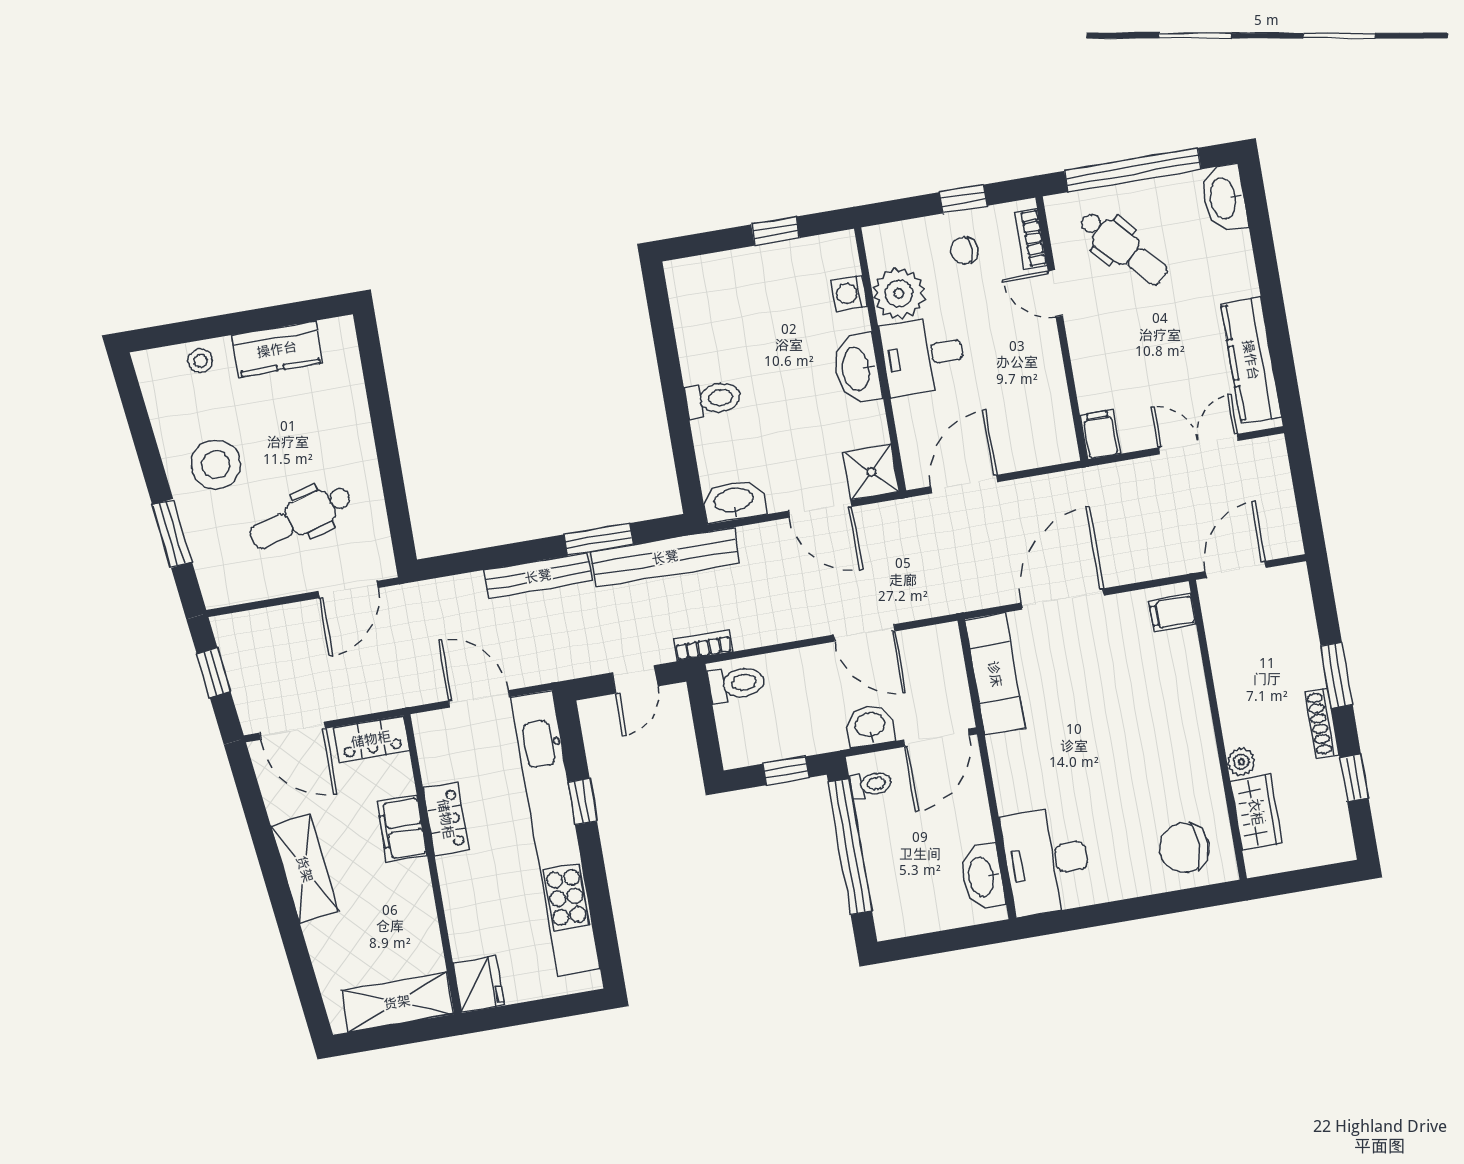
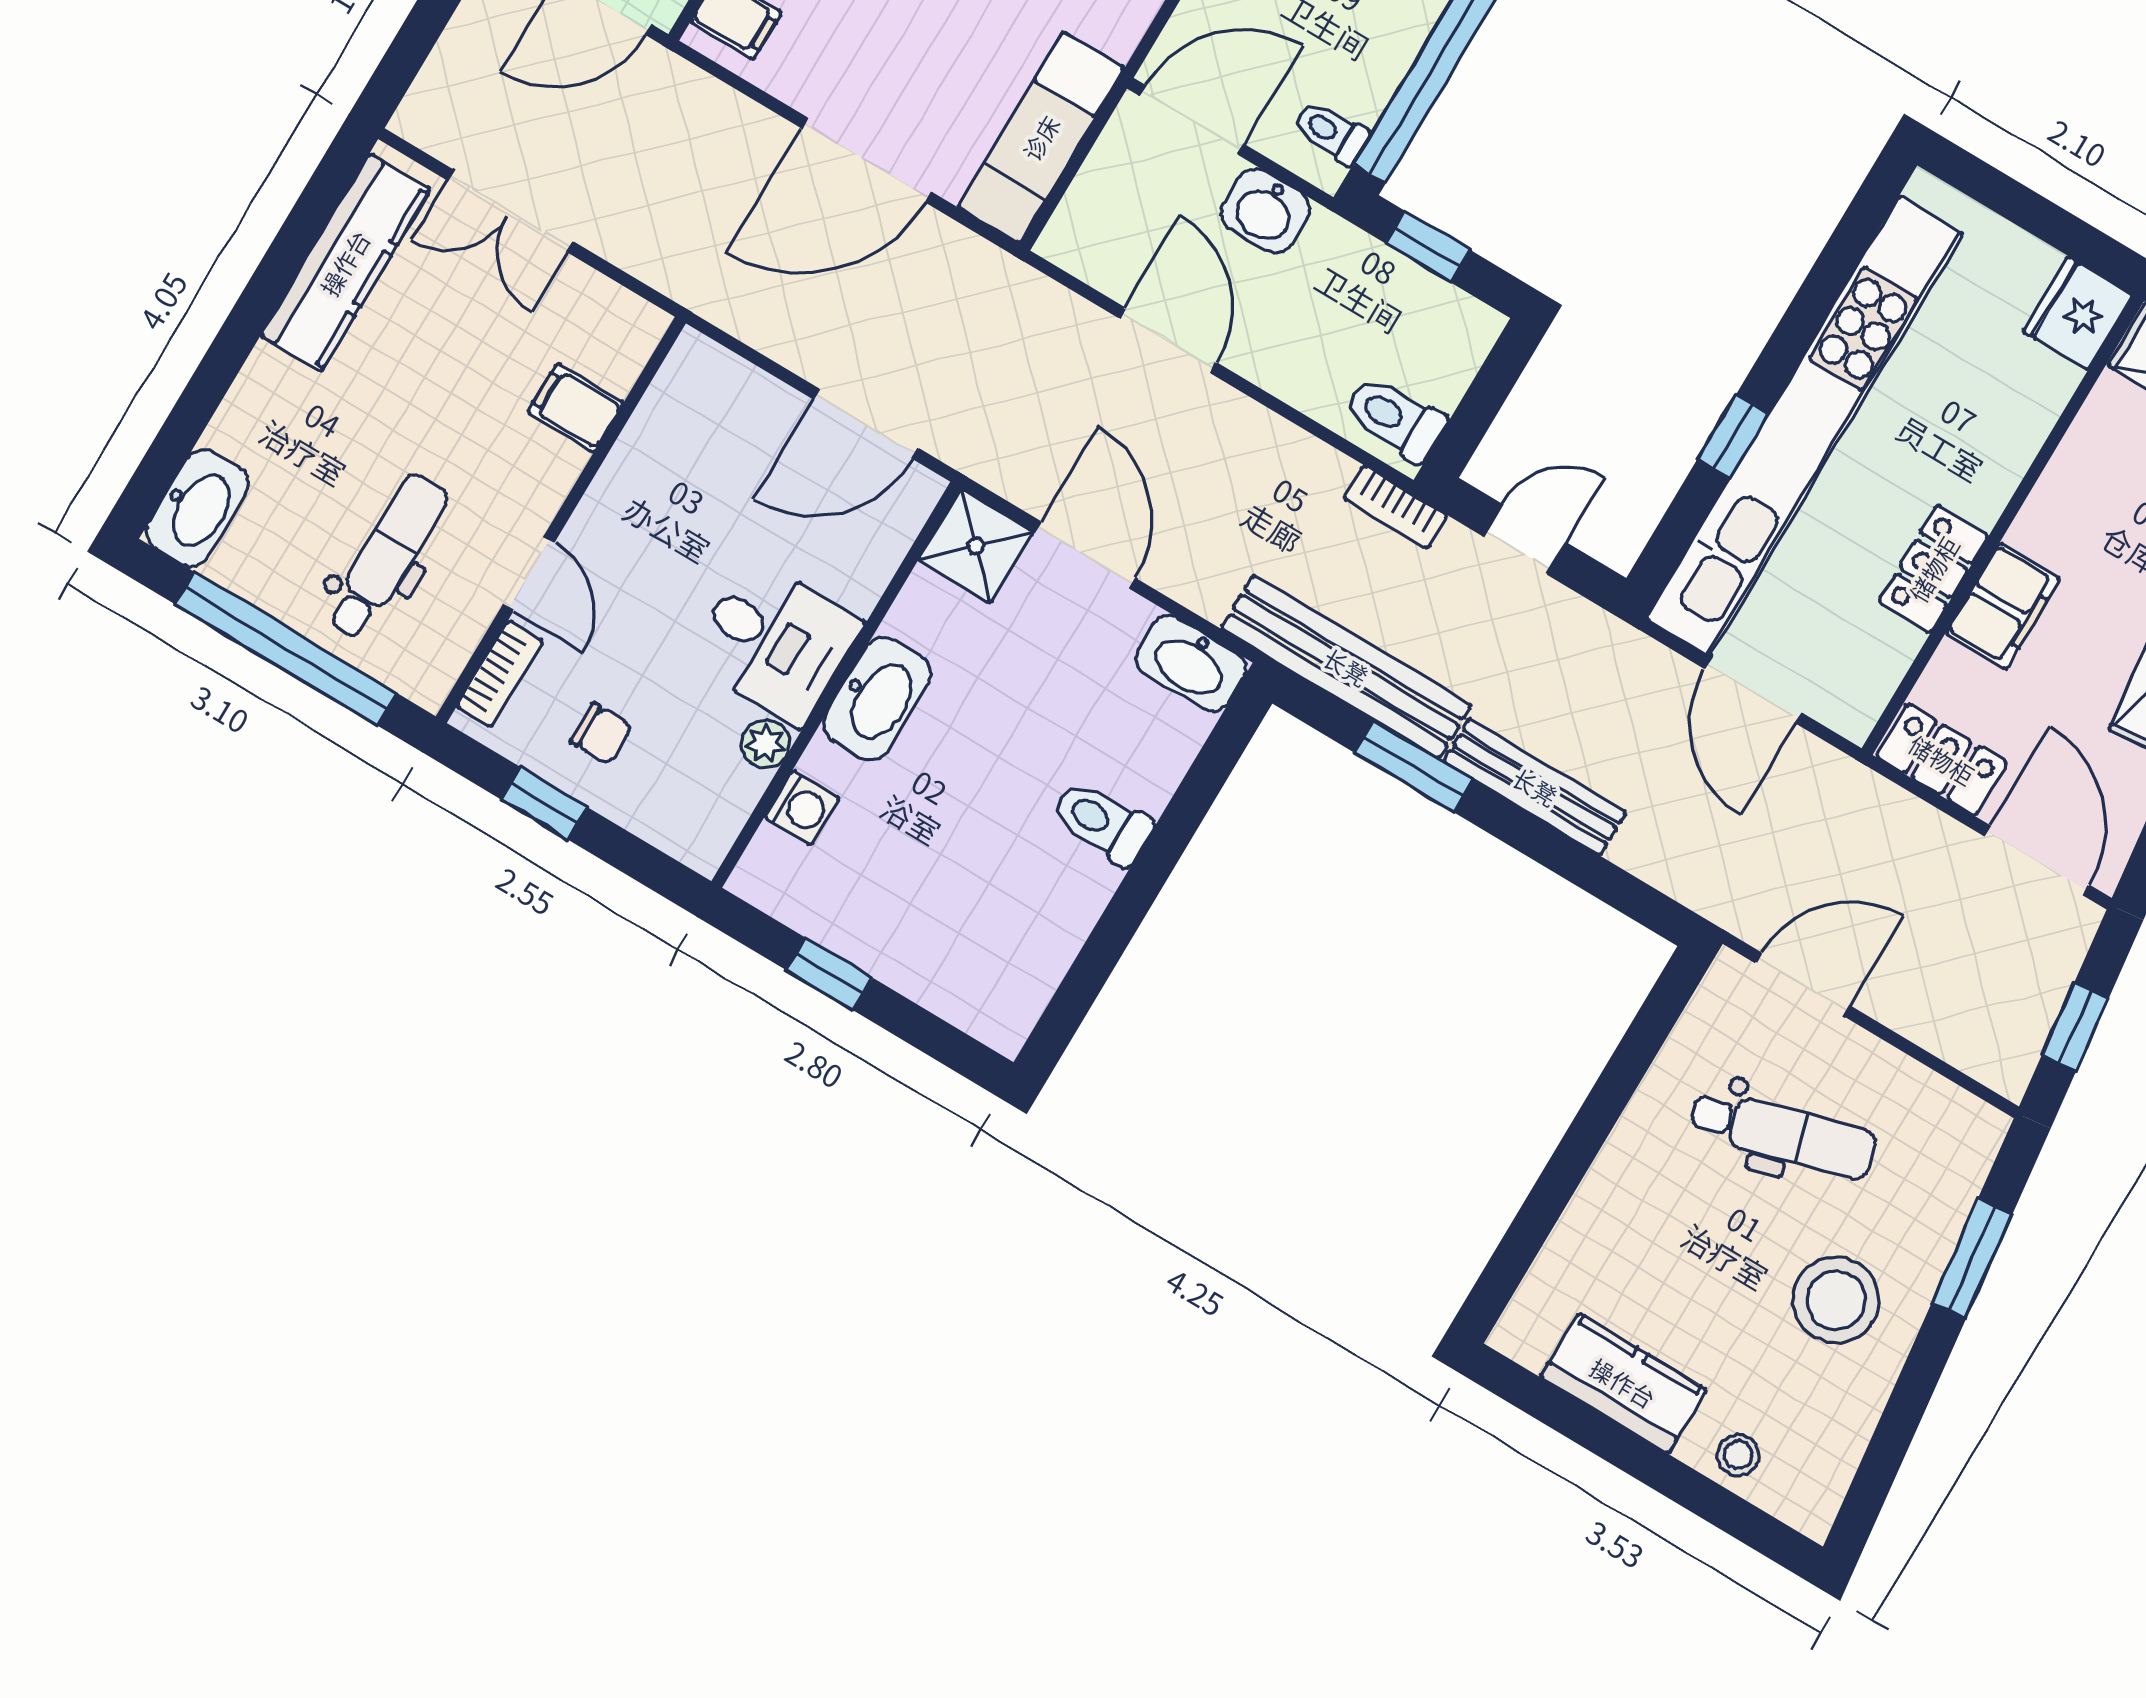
dental chair: (1123, 248) -> (387, 556), turned 43
plant: (899, 294) -> (765, 744), width x0.53, depth x0.53
filing cabinet: (1100, 435) -> (575, 408), moved, turned 90

